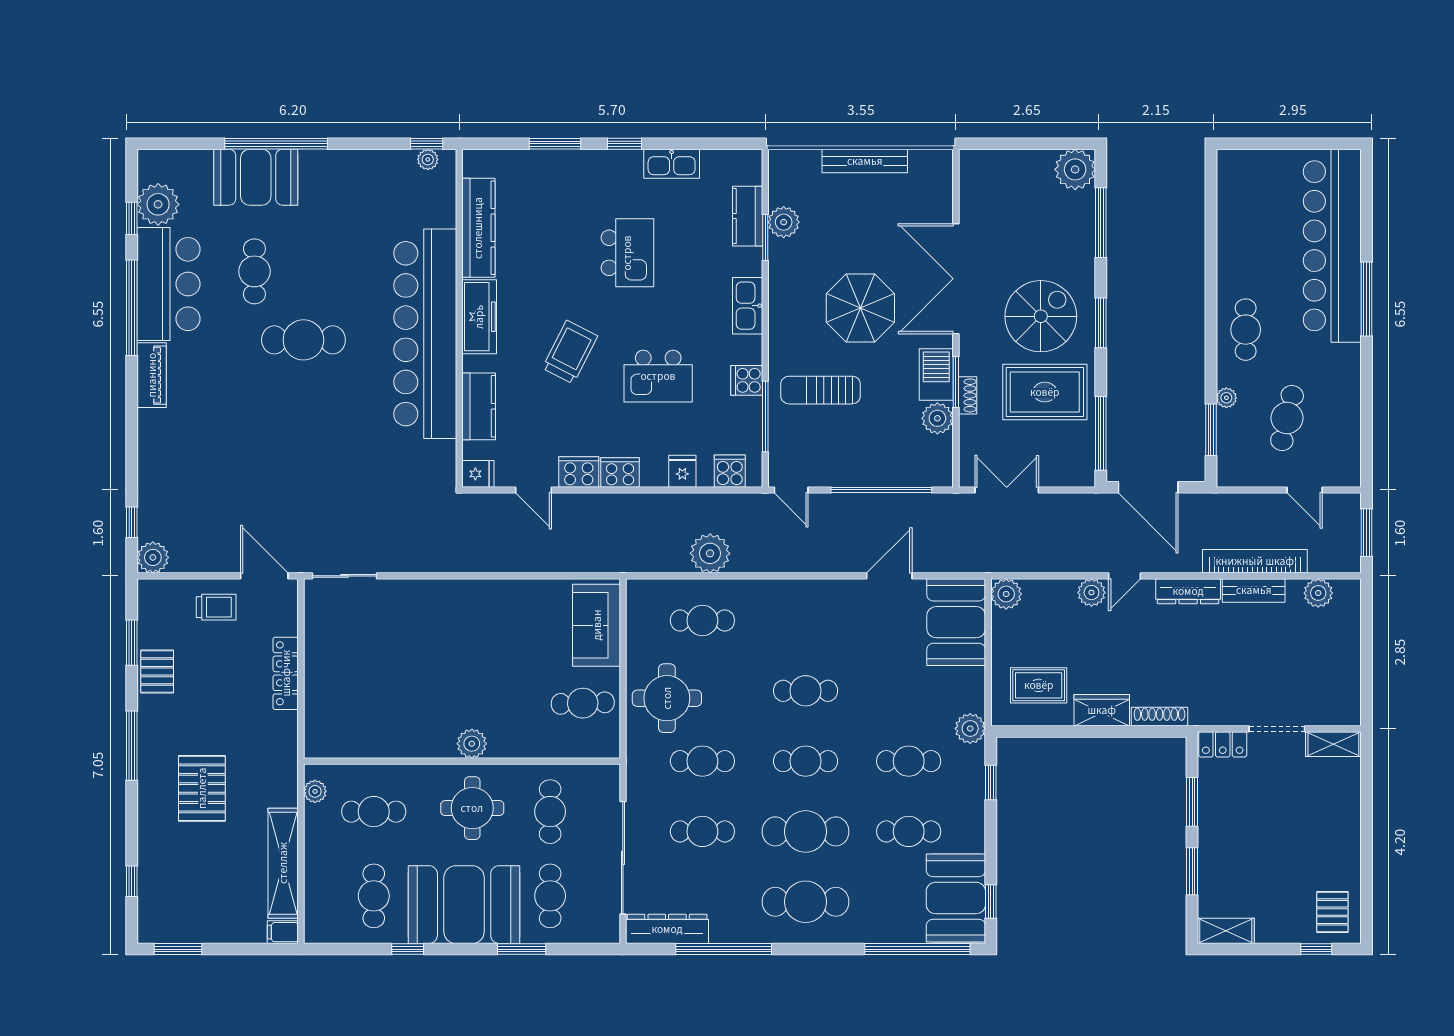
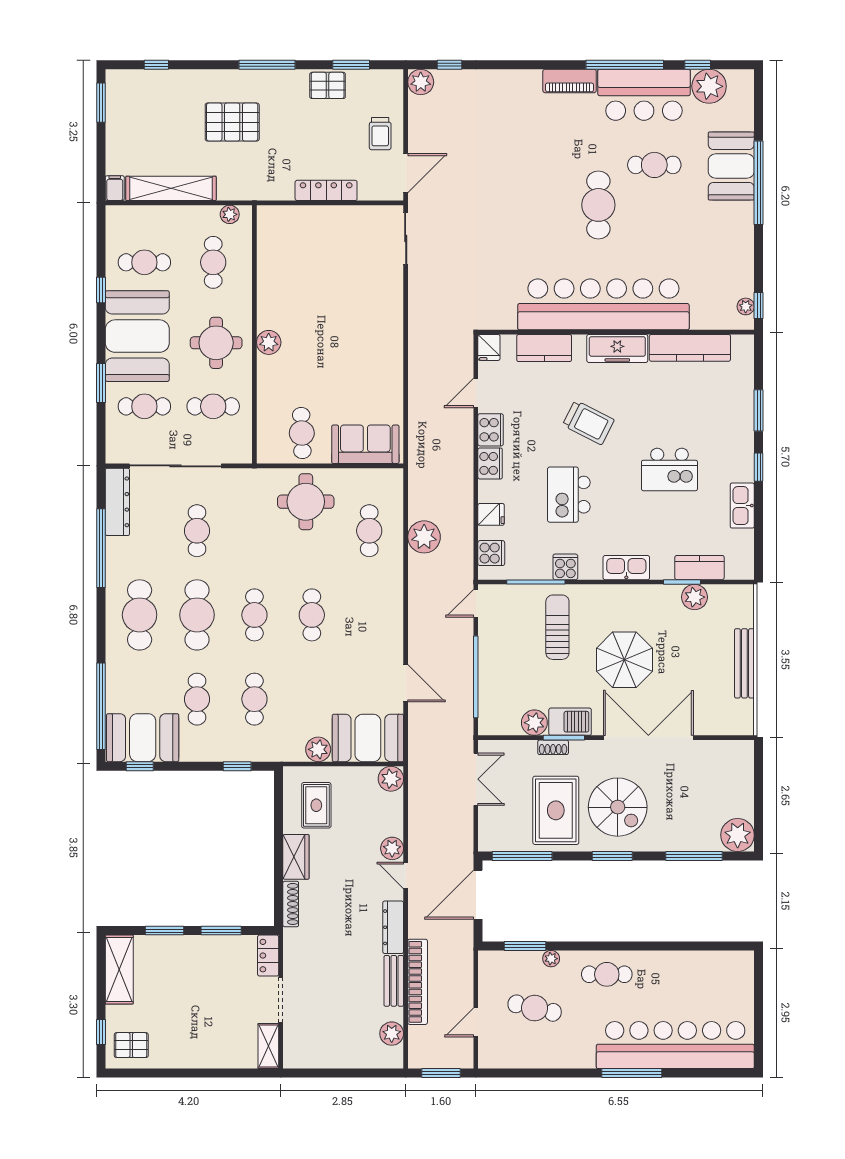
plant: (970, 728) -> (318, 749), moved
cafe table: (702, 761) -> (254, 531), removed
shelving: (1226, 931) -> (119, 970), width x1.50, depth x1.33

